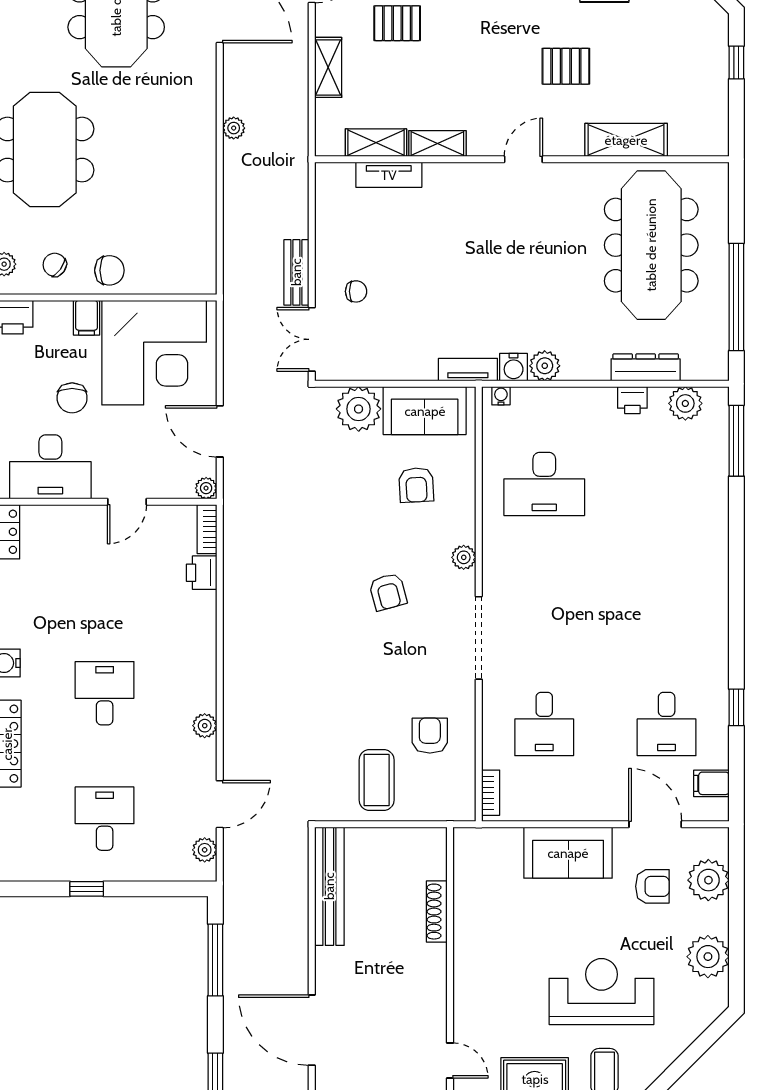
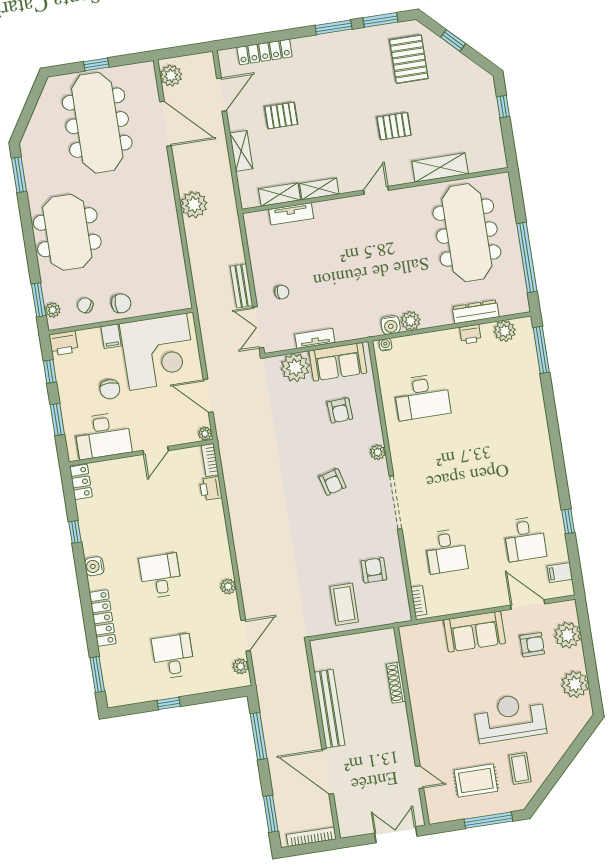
plant: (234, 128) -> (194, 205), width x1.88, depth x1.88
tv unit: (468, 370) -> (315, 338), moved
bench: (329, 886) -> (329, 709), moved

